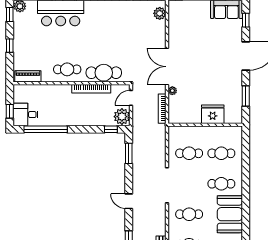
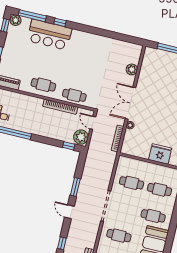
plant: (160, 13) -> (132, 69), moved
cafe table: (104, 73) -> (74, 95), width x0.73, depth x0.74
door: (131, 98) -> (93, 123), hinge flipped
window: (129, 153) -> (75, 187), moved

